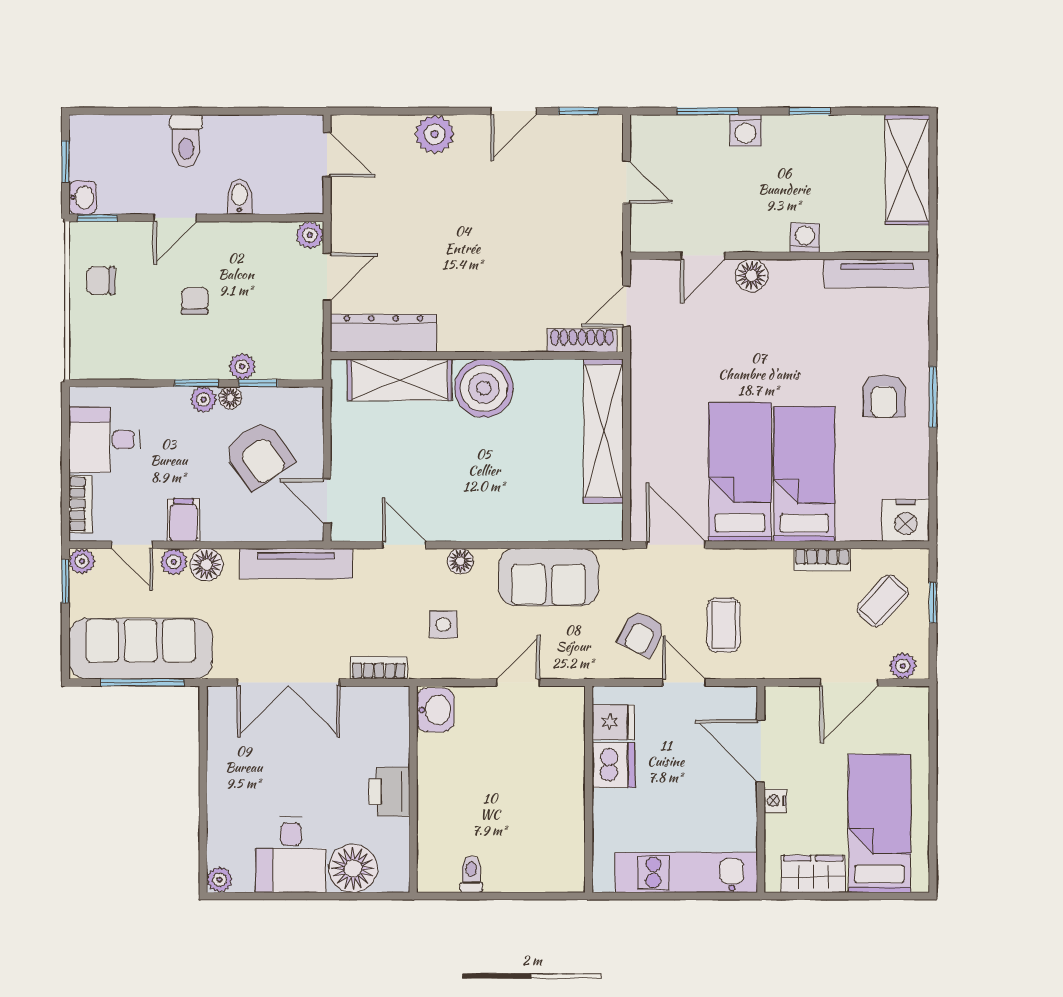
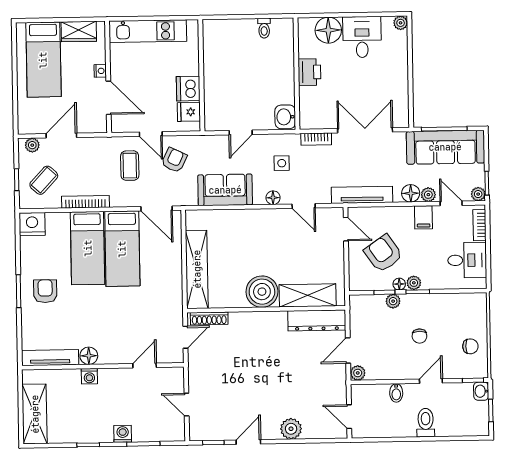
floor lamp: (752, 275) -> (89, 356), moved
bookcase: (822, 560) -> (86, 202), width x1.56

